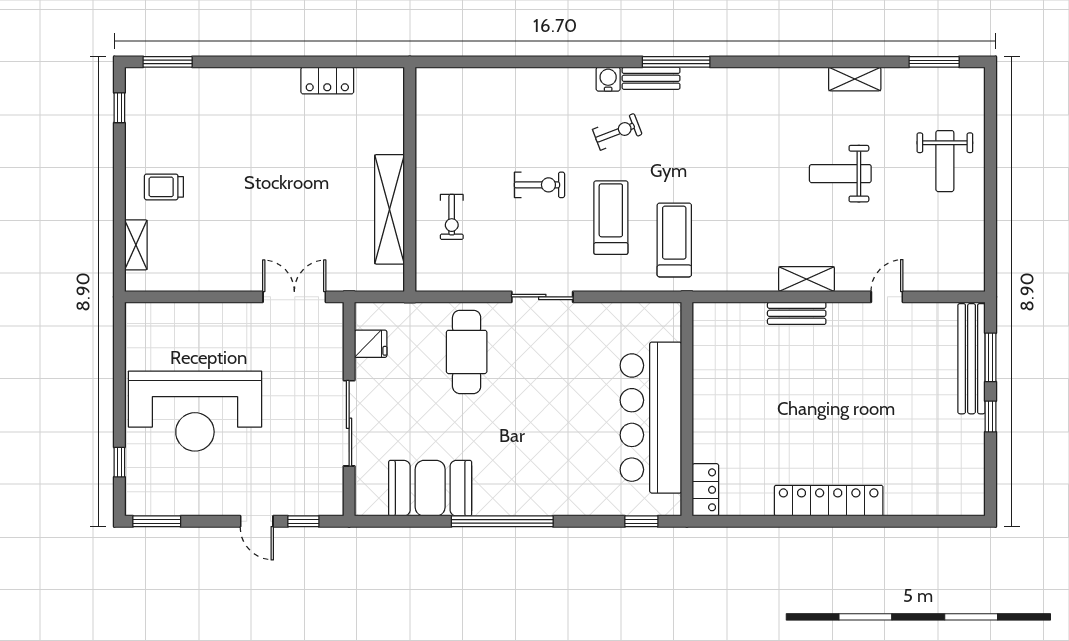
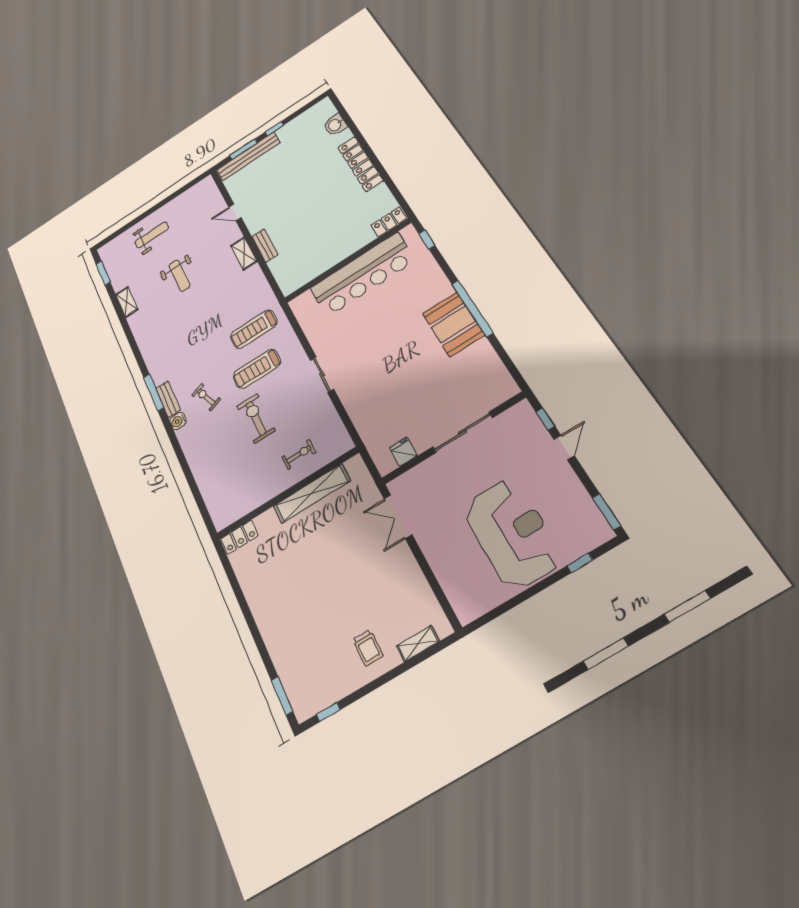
locker: (327, 81) -> (239, 537), moved, turned 90
exercise bike: (539, 185) -> (256, 418), width x1.38, depth x1.39
cafe table: (467, 352) -> (378, 394), removed
booth: (430, 488) -> (453, 324), moved
washbasin: (924, 501) -> (335, 125), added

